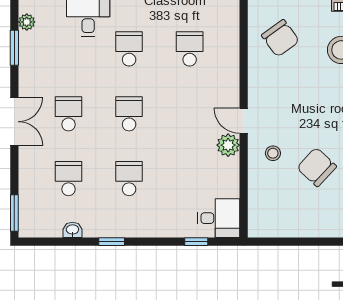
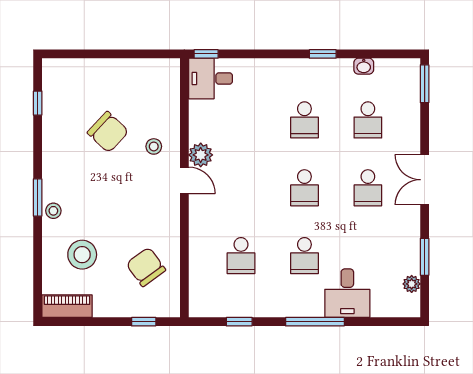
window: (196, 242) -> (206, 54), moved

